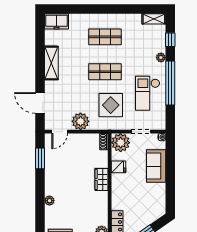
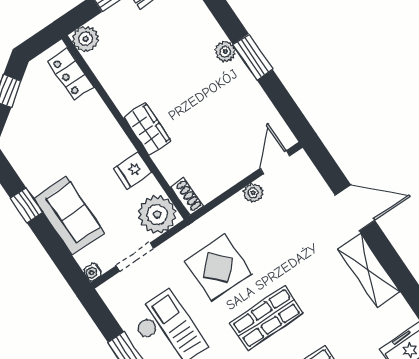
door: (40, 103) -> (355, 208), moved
plant: (81, 121) -> (253, 193), width x0.53, depth x0.53
window: (40, 158) -> (253, 57), moved
window: (170, 182) -> (27, 205), added
plant: (49, 201) -> (225, 51), moved

